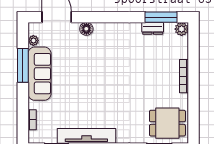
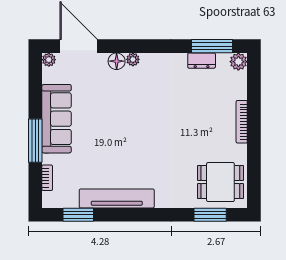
plant: (99, 27) -> (133, 59), added
plant: (33, 41) -> (49, 60), moved
window: (23, 65) -> (35, 141), moved

